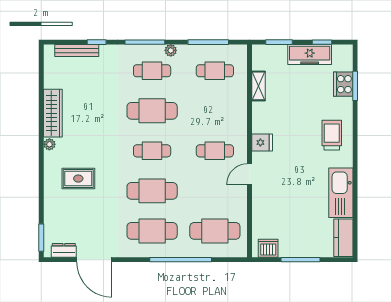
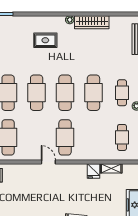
fridge: (262, 142) -> (94, 171), moved
cafe table: (152, 151) -> (65, 93), width x1.37, depth x1.35
cafe table: (215, 151) -> (65, 137), width x1.37, depth x1.35
rug: (78, 179) -> (45, 40), turned 90

